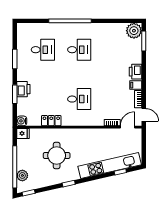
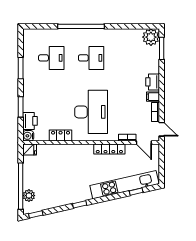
printer: (23, 89) -> (30, 121), moved
desk: (79, 99) -> (91, 112), width x1.87, depth x1.30
door: (127, 127) -> (144, 143), swing flipped
locker: (96, 133) -> (109, 149), added
round table: (57, 156) -> (66, 174), removed

